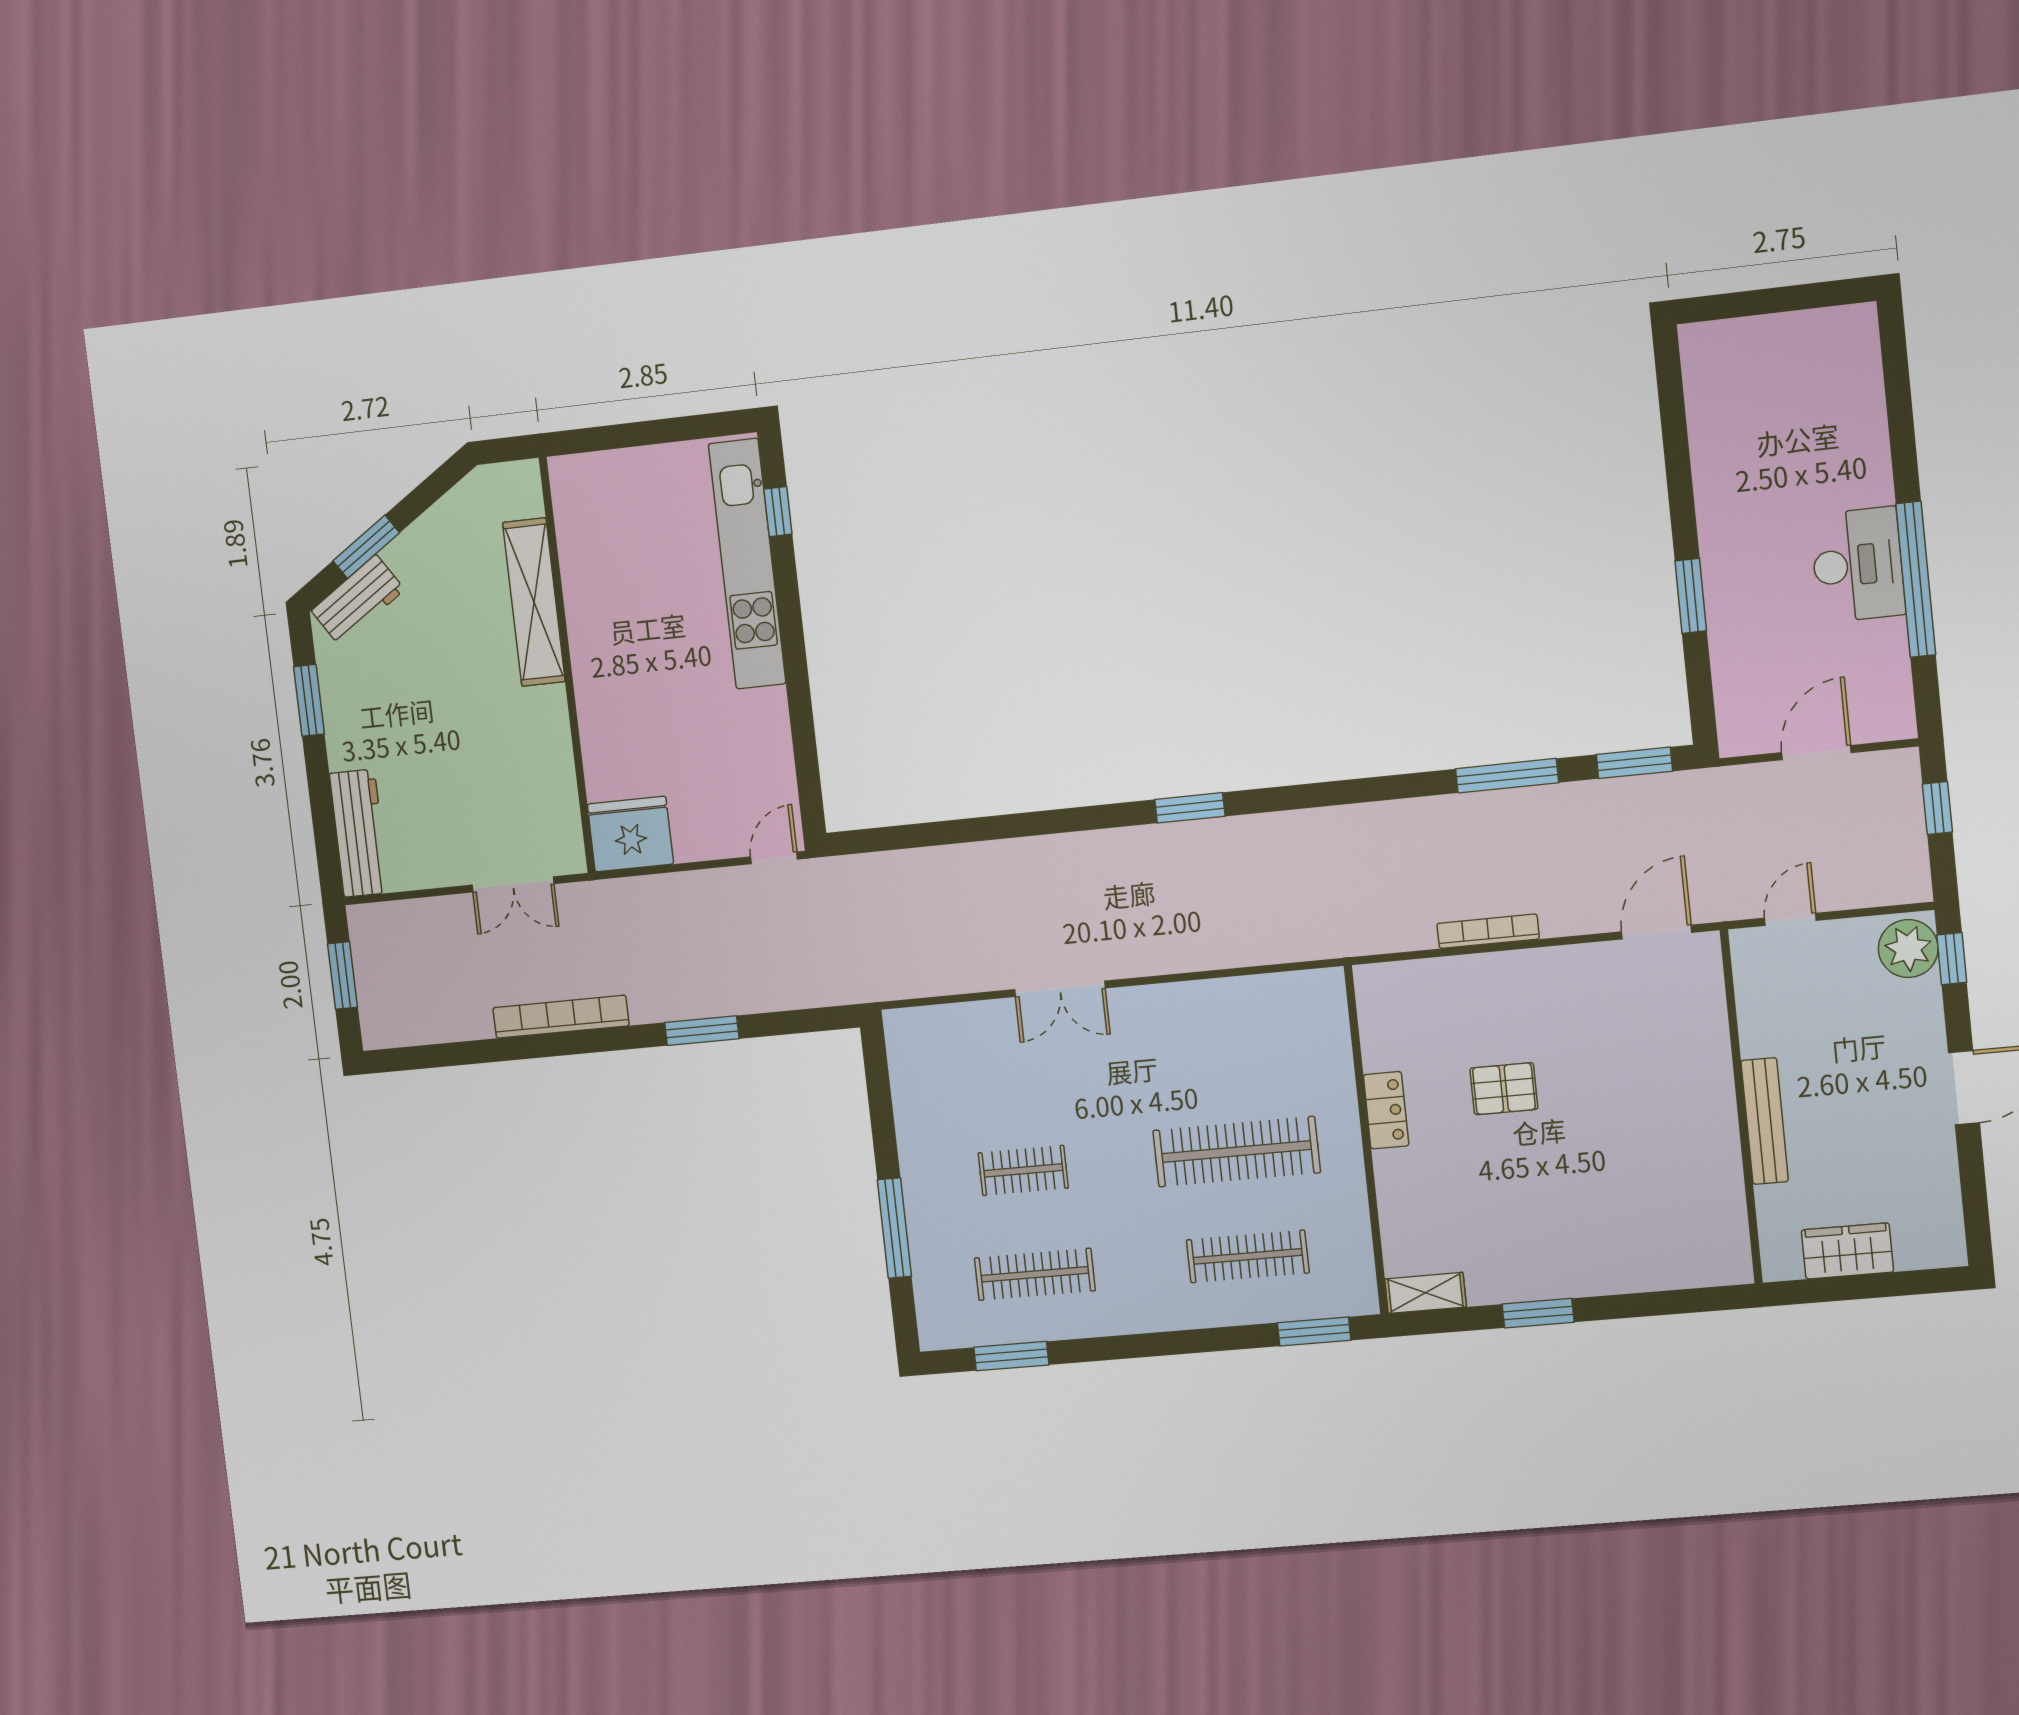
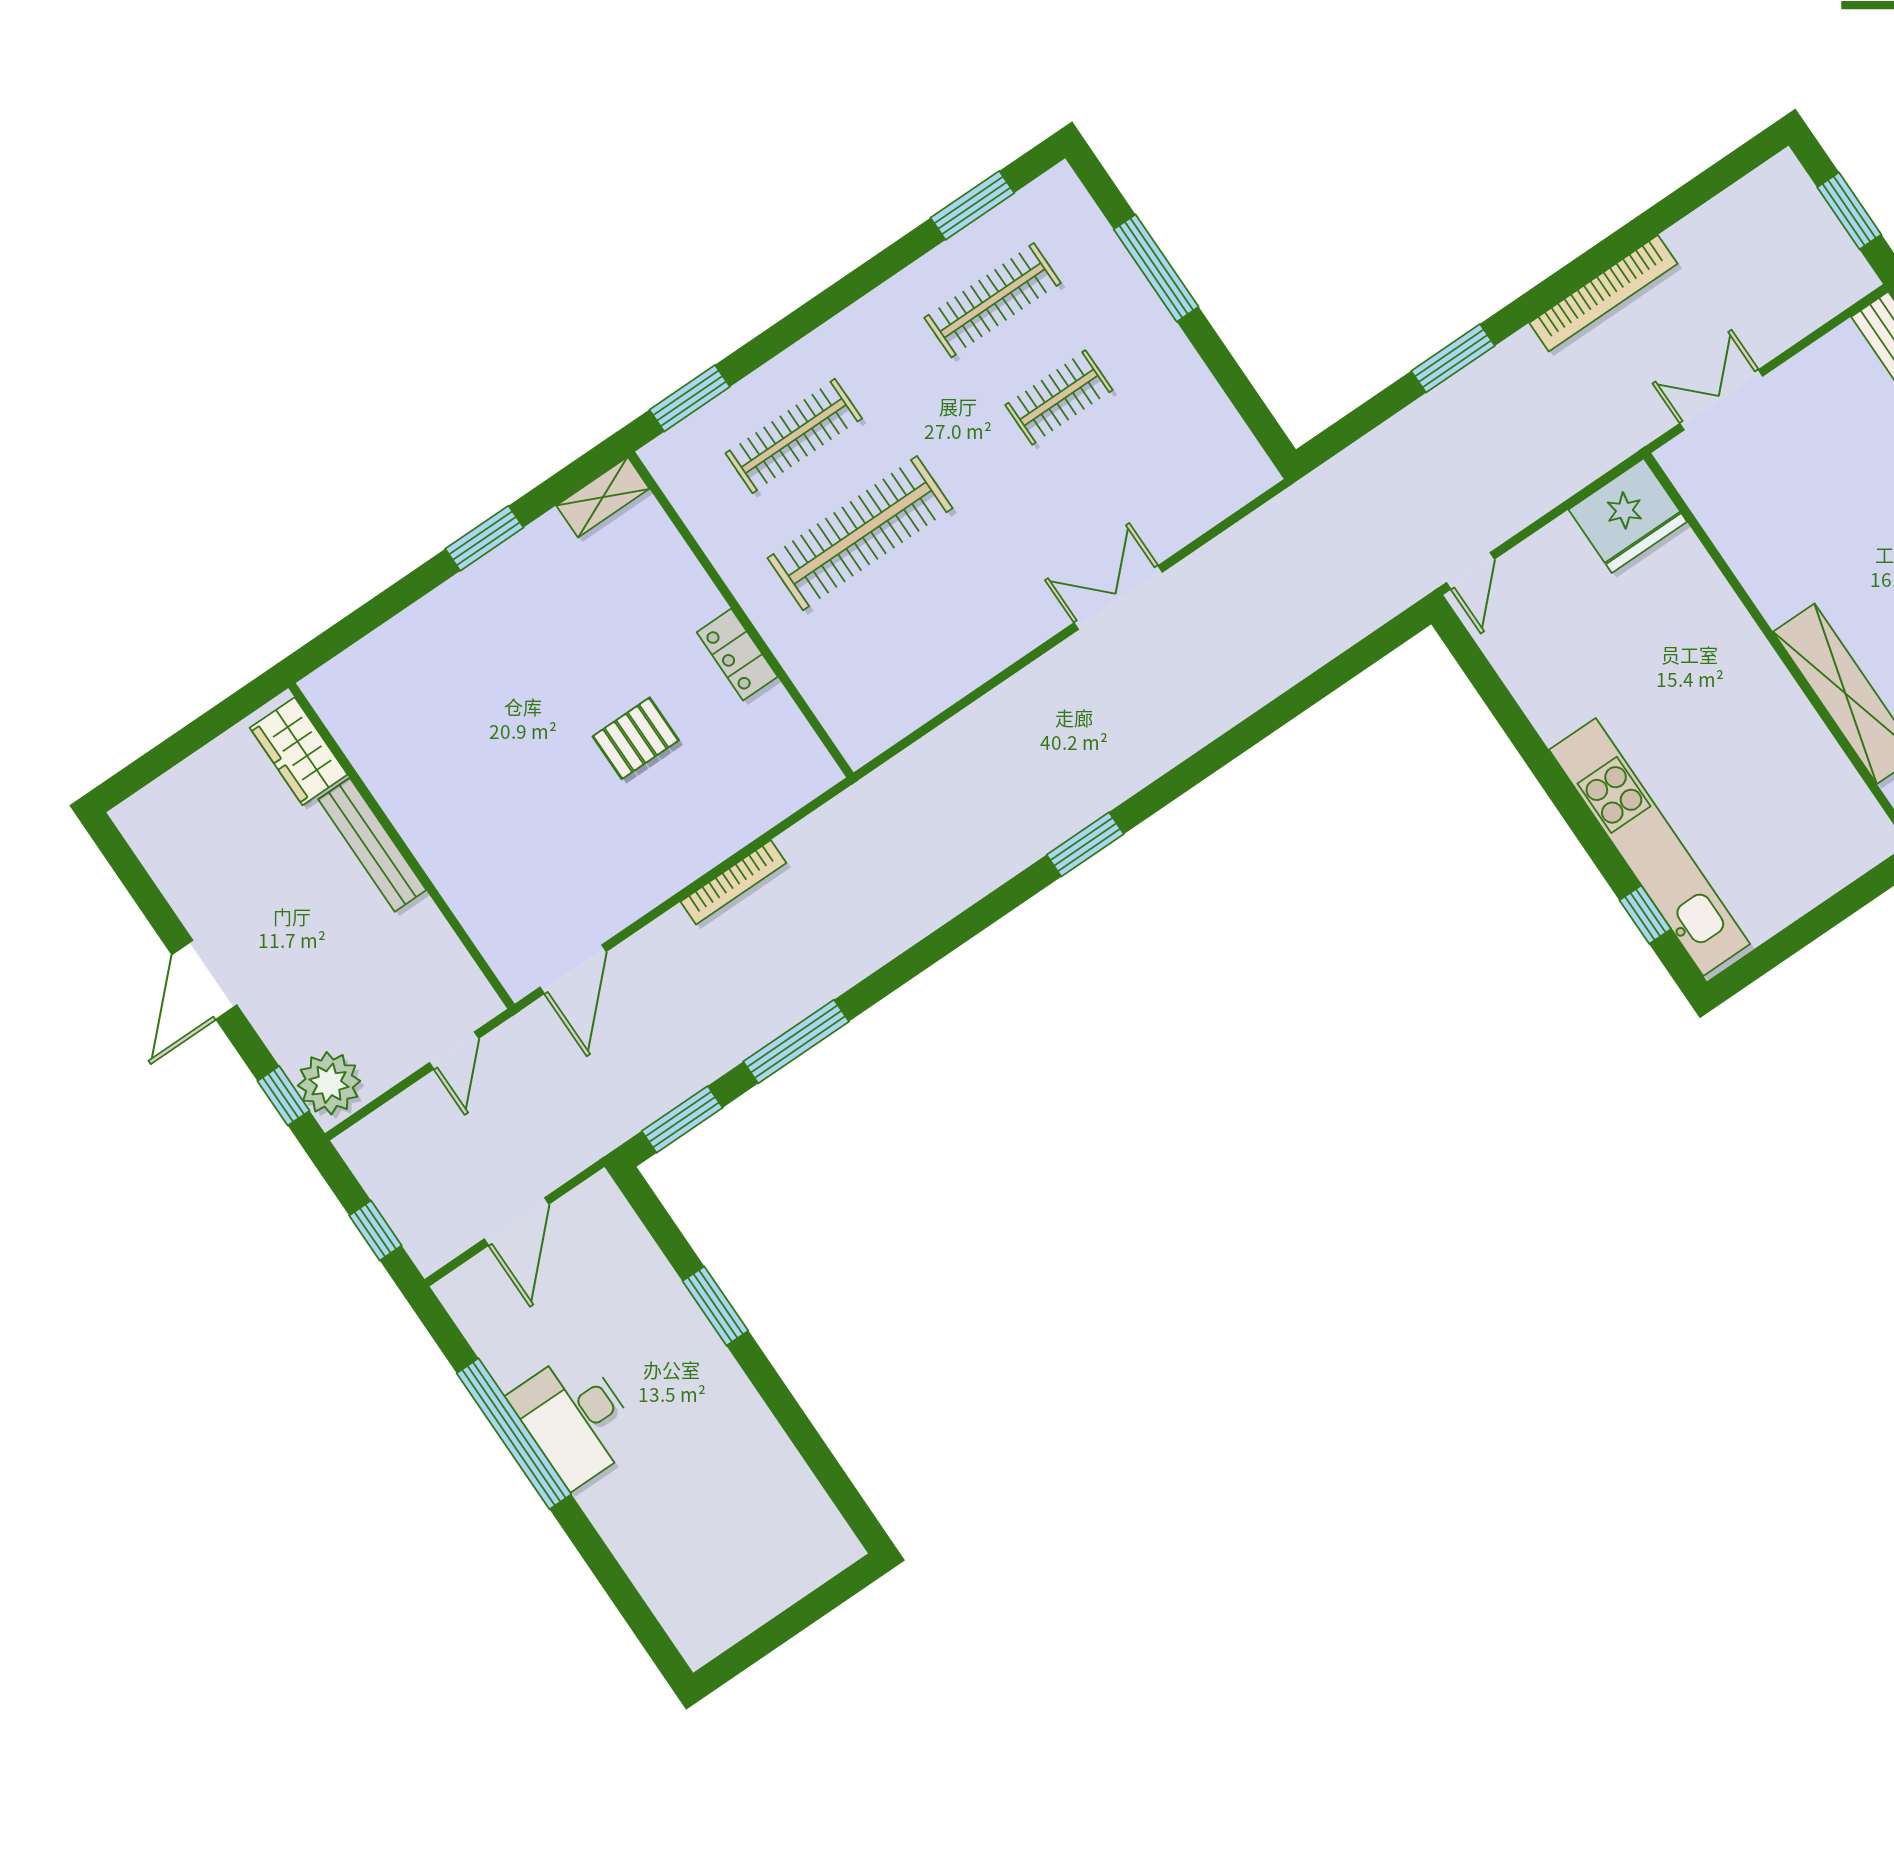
wardrobe: (1847, 1251) -> (299, 751), moved, turned 90

